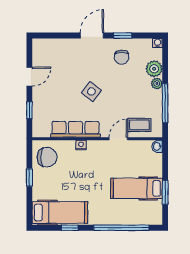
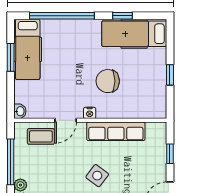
nightstand: (81, 145) -> (90, 113), moved
chair: (47, 157) -> (108, 81), moved
hospital bed: (136, 188) -> (28, 49), moved, turned 90

